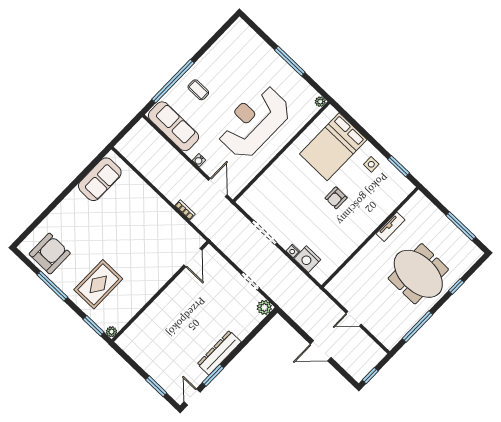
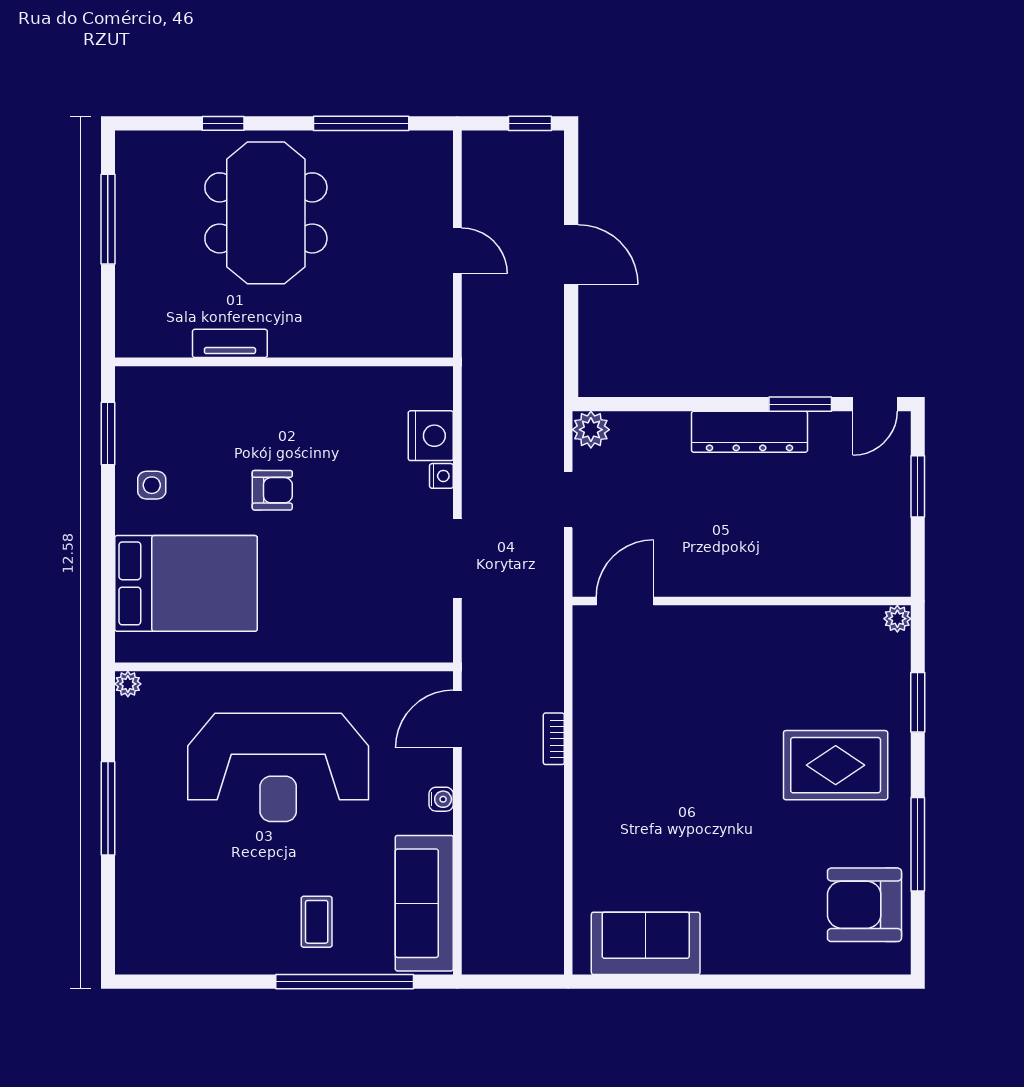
door: (193, 258) -> (625, 601), moved
wall: (160, 291) -> (742, 601), moved
plant: (111, 332) -> (897, 619), moved

